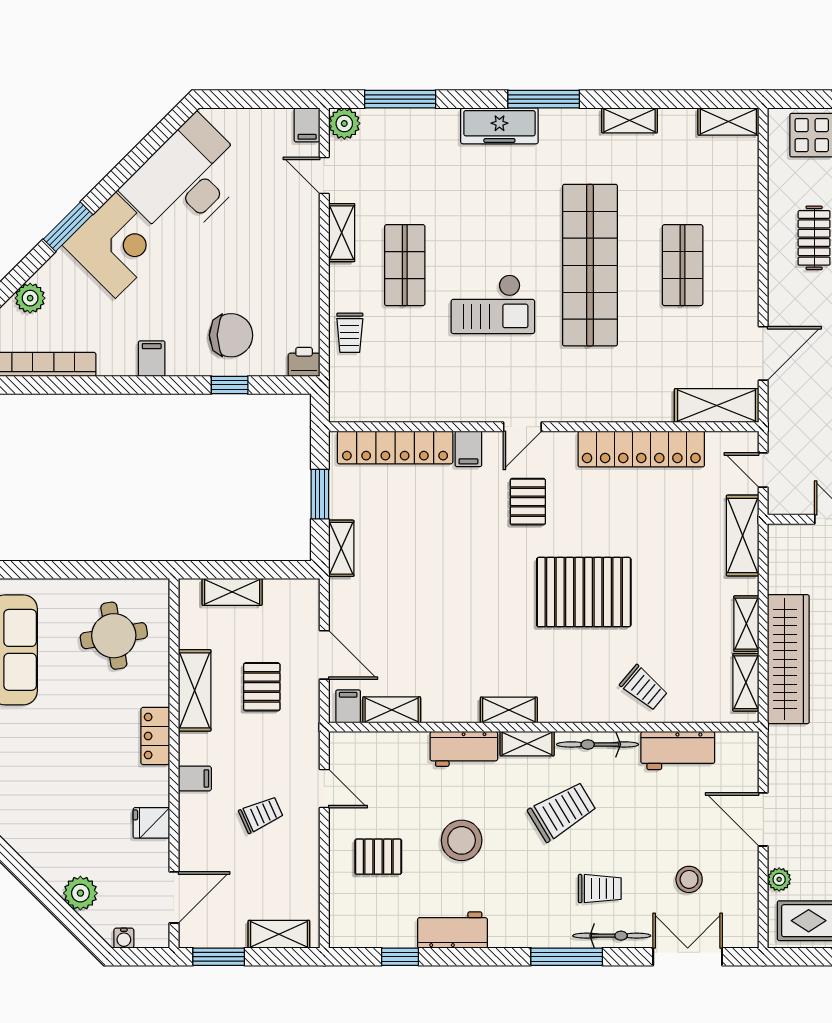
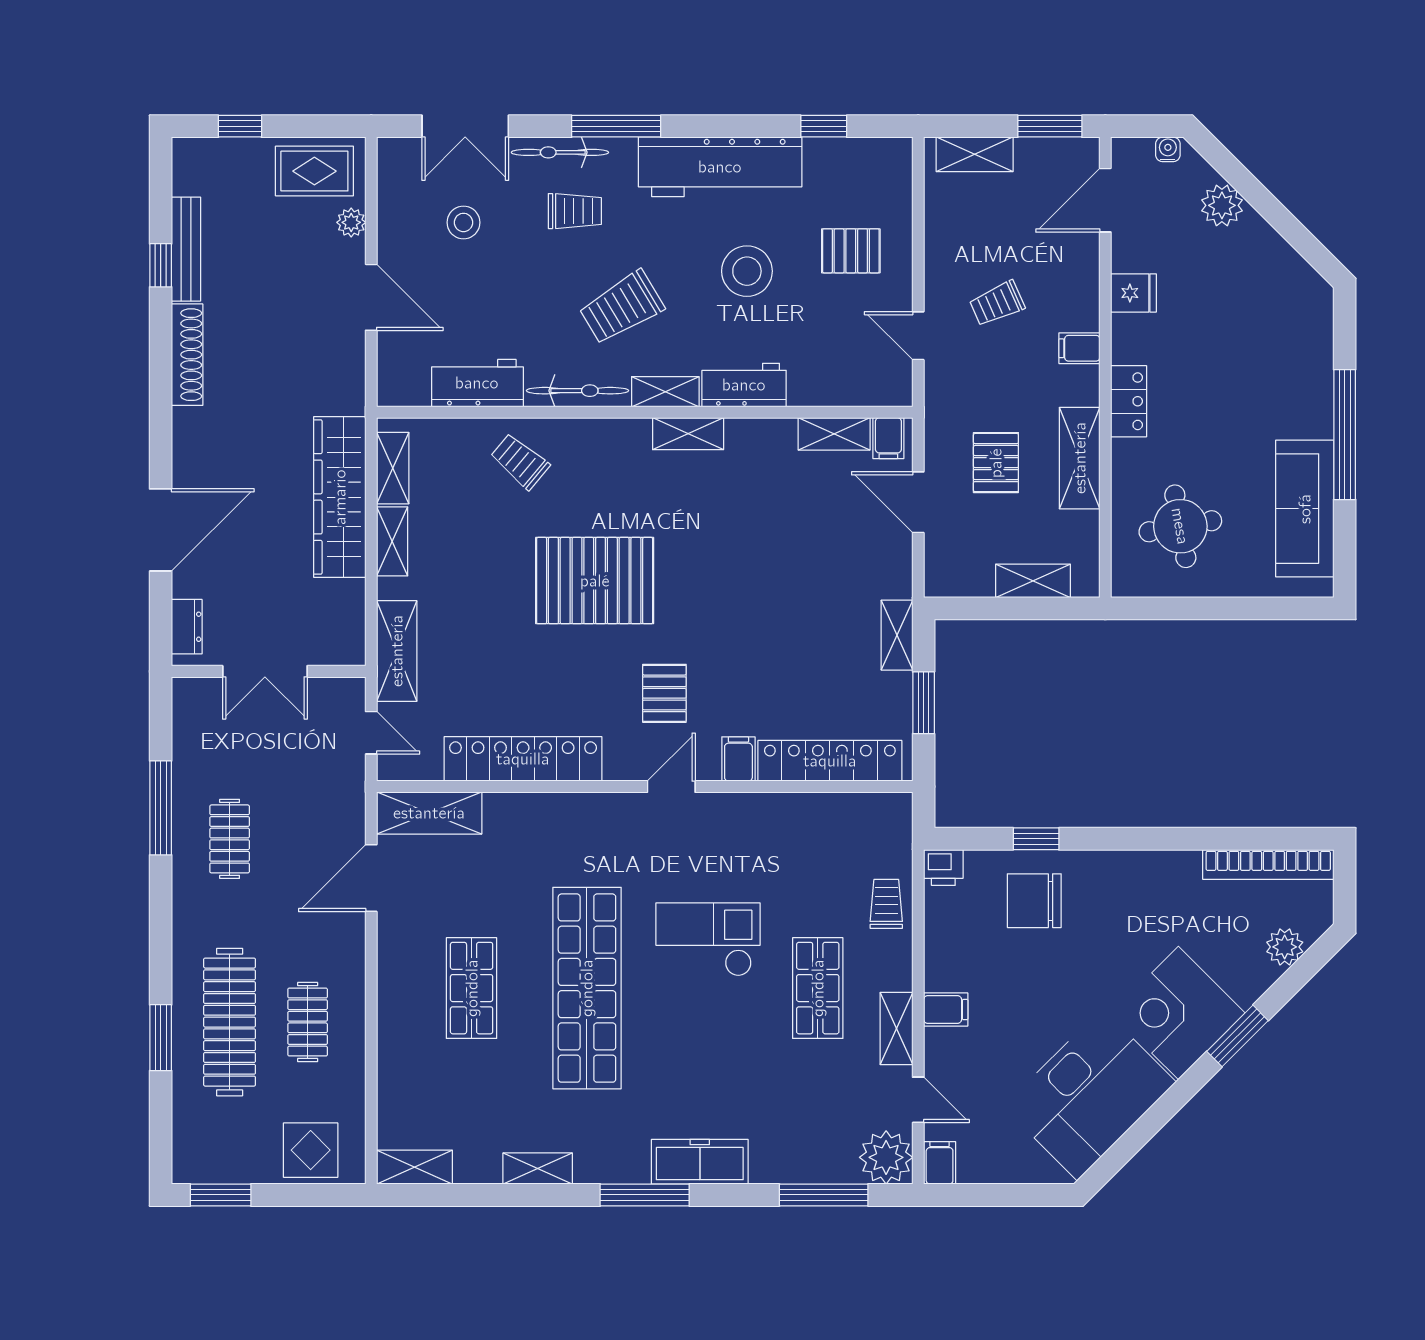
plant: (344, 123) -> (886, 1157), width x1.36, depth x1.36
filing cabinet: (152, 359) -> (946, 1010), moved, turned -90
trolley: (600, 889) -> (575, 211), turned 180
workbench: (453, 930) -> (720, 167), width x1.88, depth x1.32

